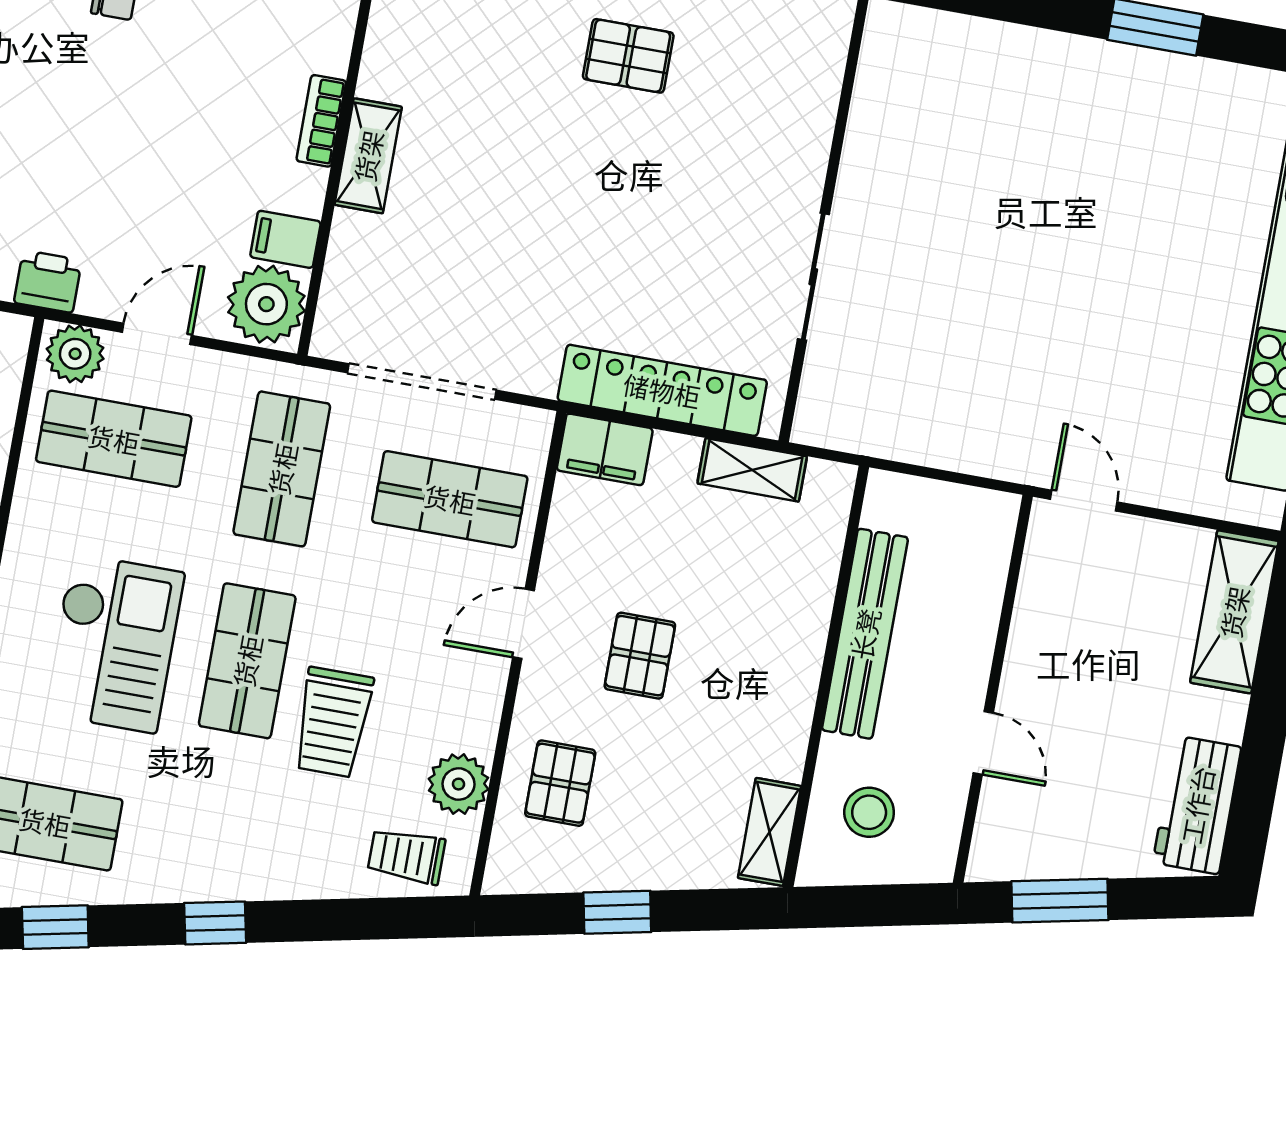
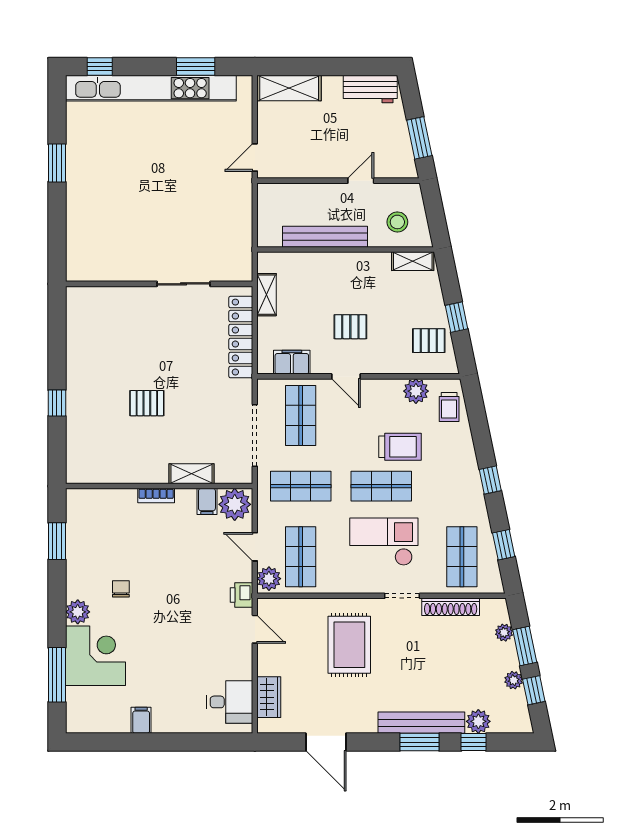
pallet: (628, 56) -> (147, 403), moved, turned 90
shelving: (368, 156) -> (191, 474), moved
filing cabinet: (605, 449) -> (292, 362), moved, turned -90
pallet: (560, 783) -> (429, 341), moved

